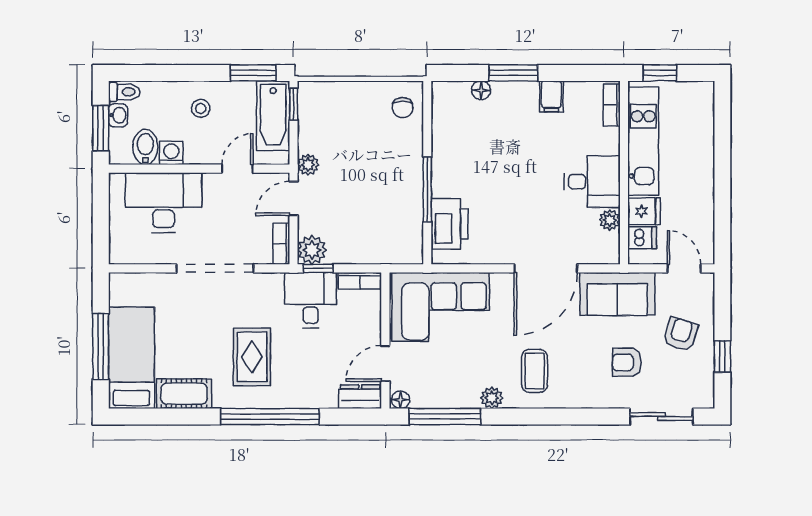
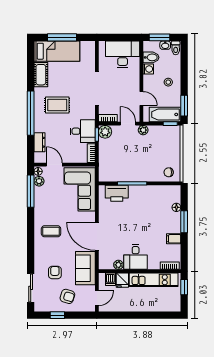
desk: (164, 203) -> (123, 54), moved, turned -90
dresser: (360, 397) -> (39, 142), moved
plant: (492, 398) -> (39, 181), moved

